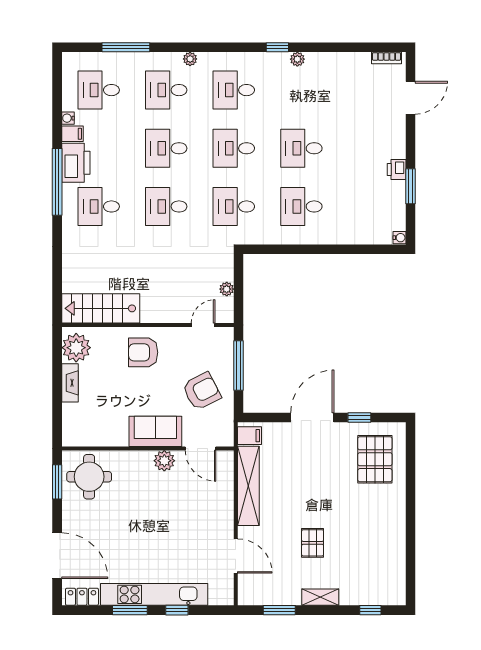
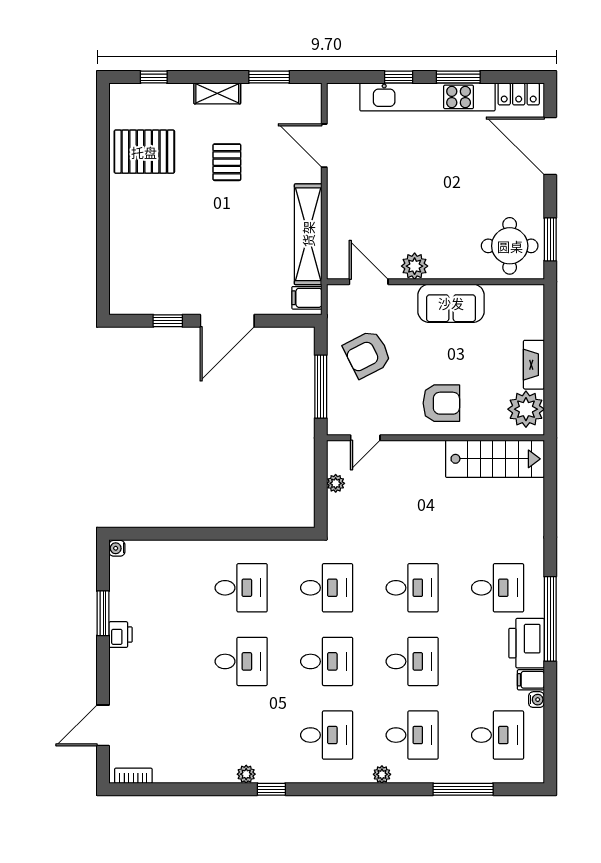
sofa: (155, 431) -> (451, 303), moved
pallet: (375, 459) -> (144, 152), moved, turned 90

